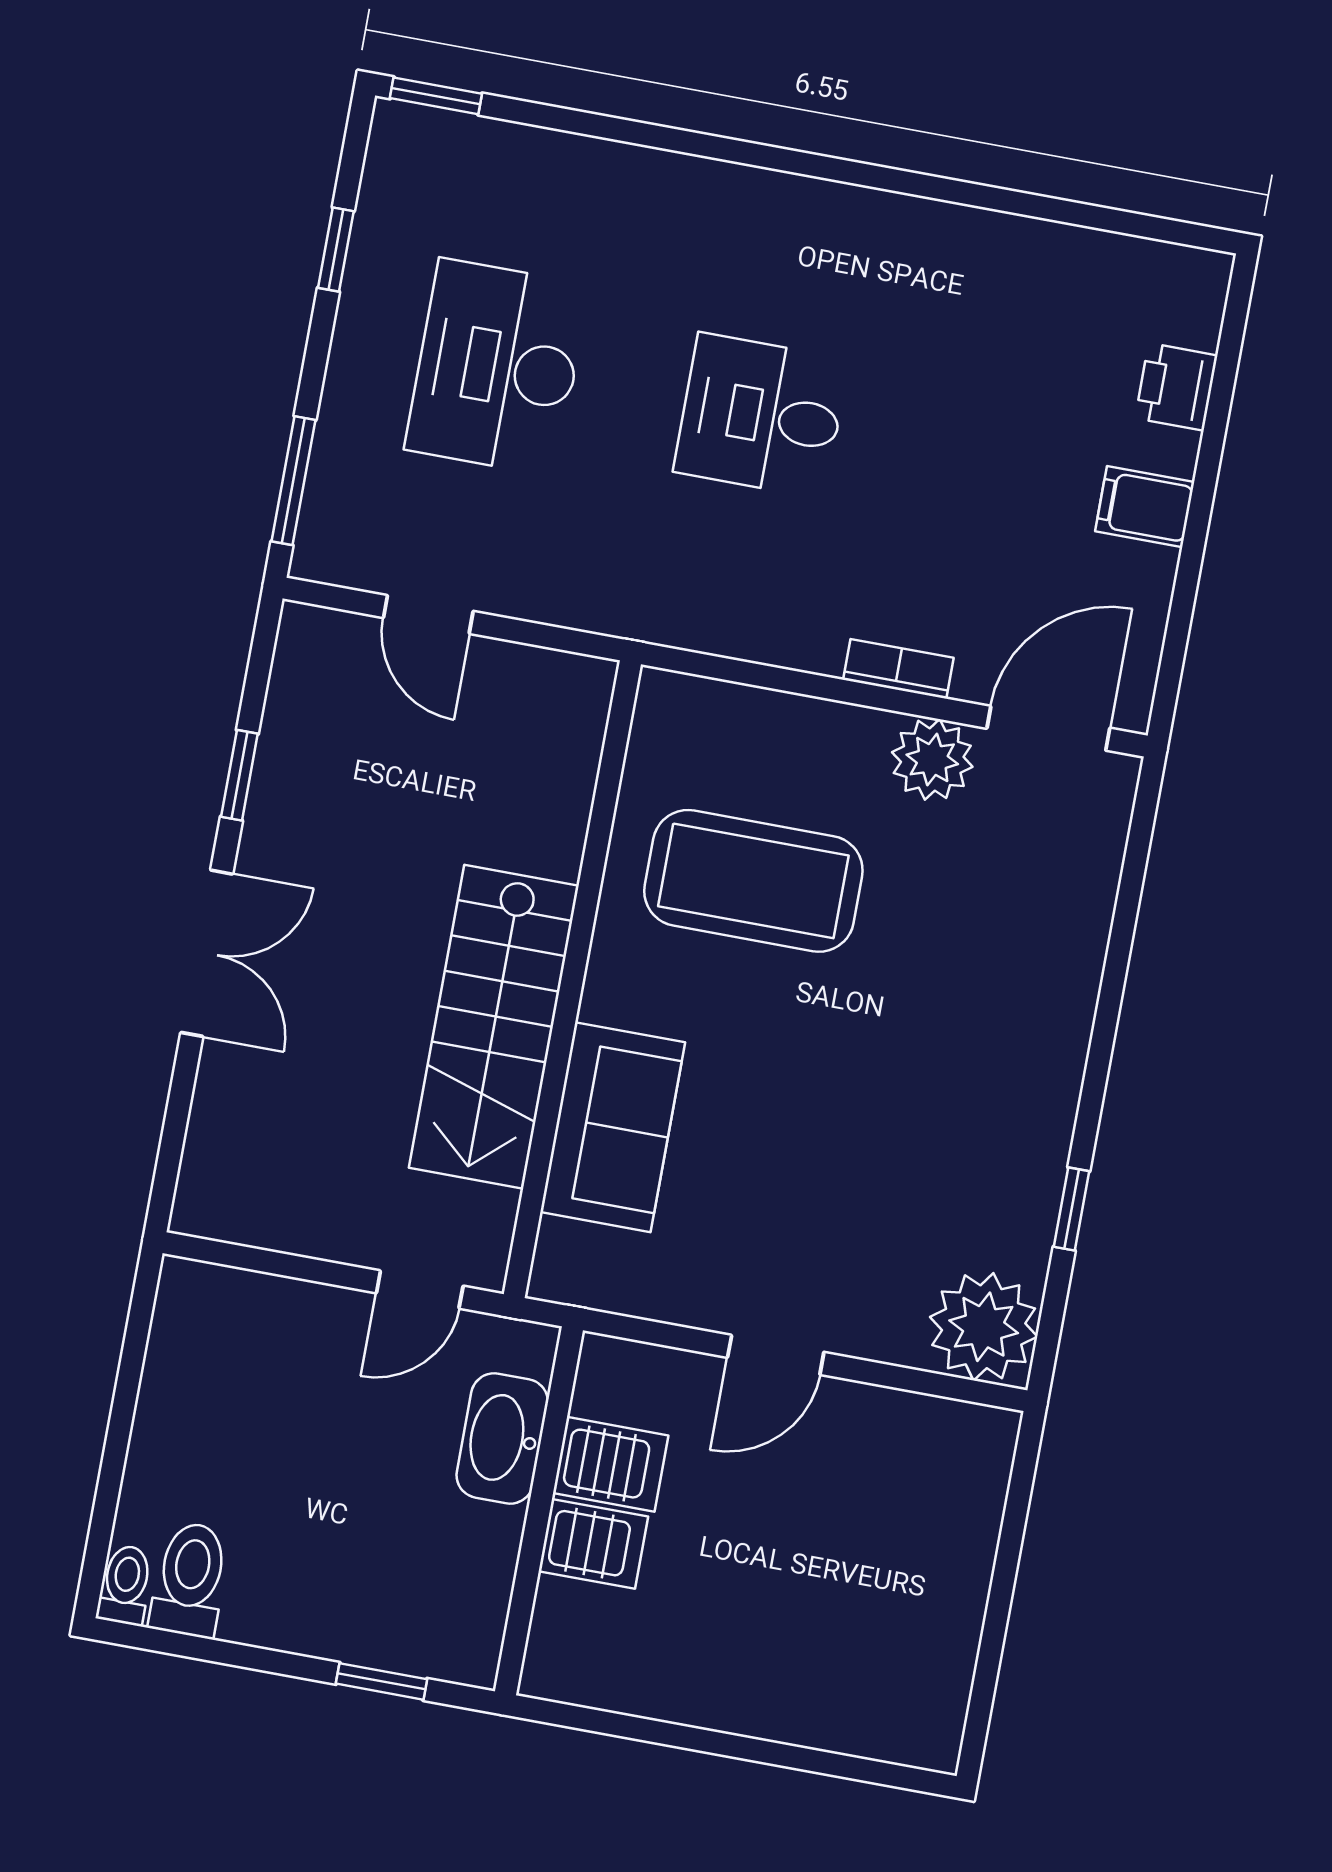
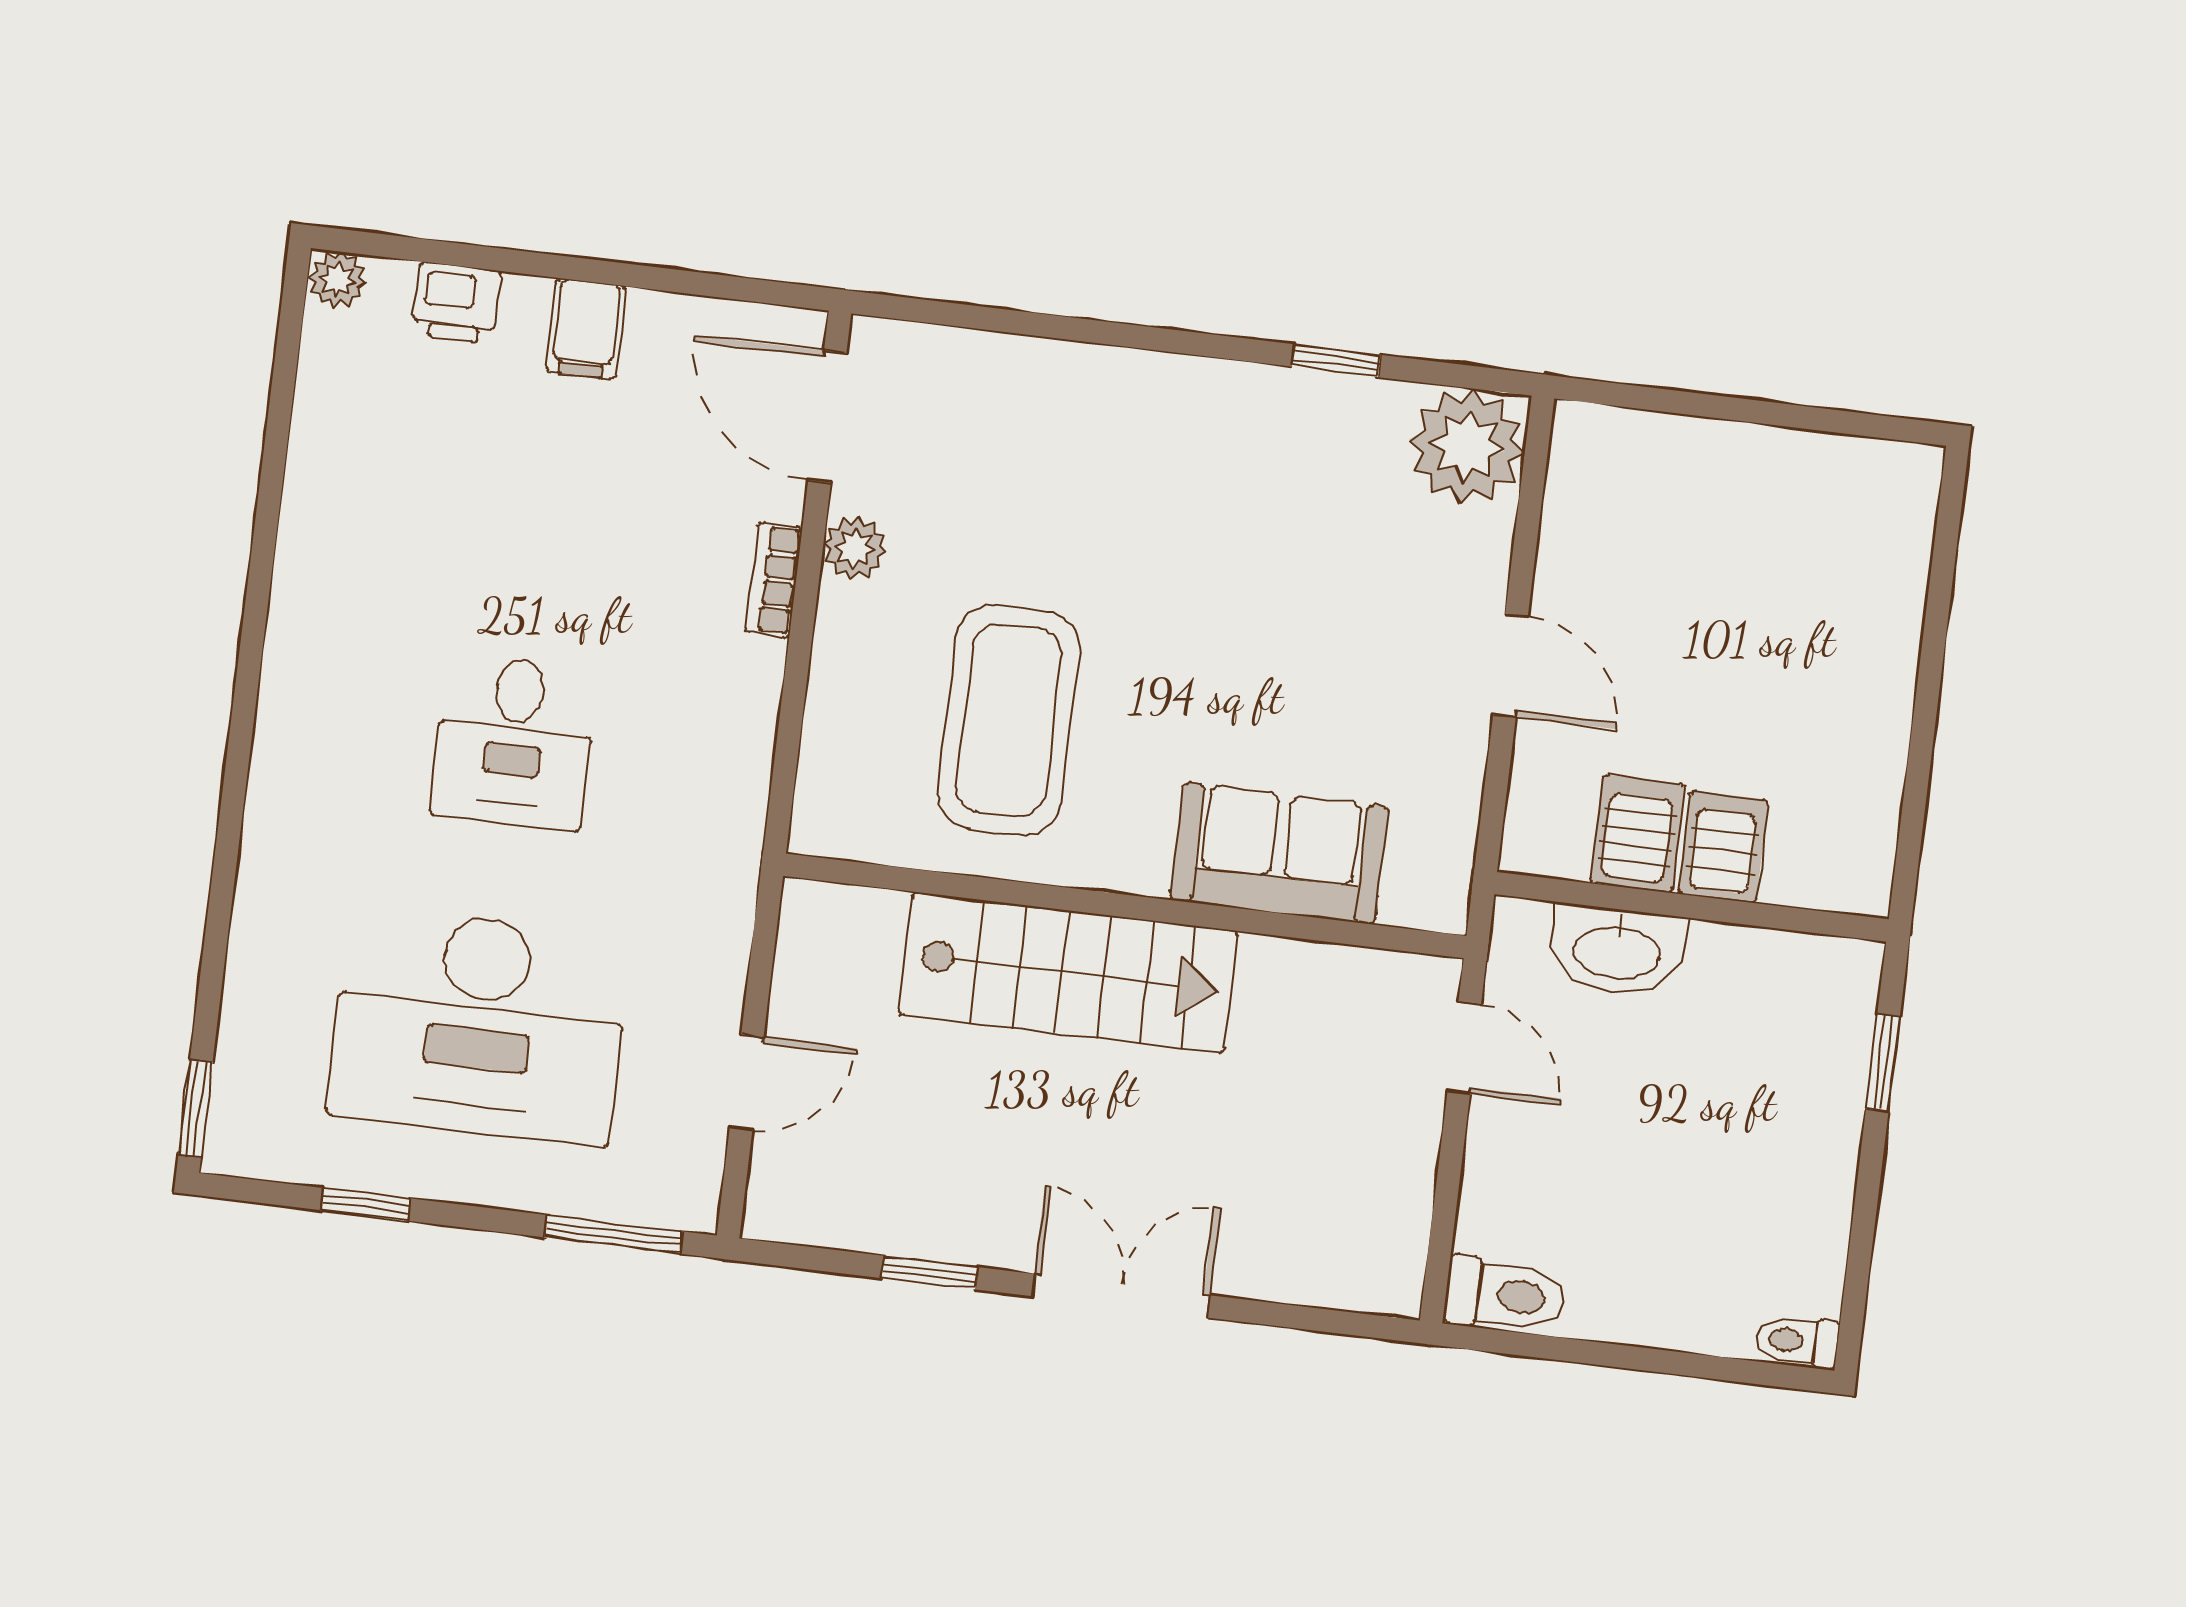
plant: (1205, 277) -> (338, 280), added
desk: (497, 367) -> (480, 1025), width x1.36, depth x1.30
plant: (932, 759) -> (855, 548), width x0.73, depth x0.73
stairs: (494, 1027) -> (1068, 973), moved
toilet: (190, 1579) -> (1505, 1295), moved, turned 180

